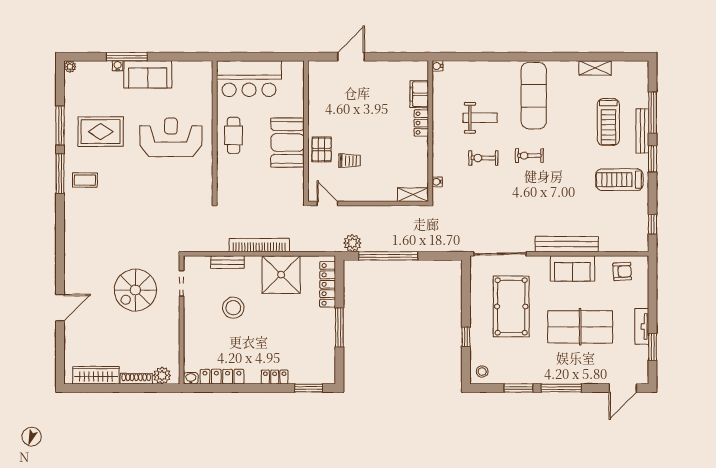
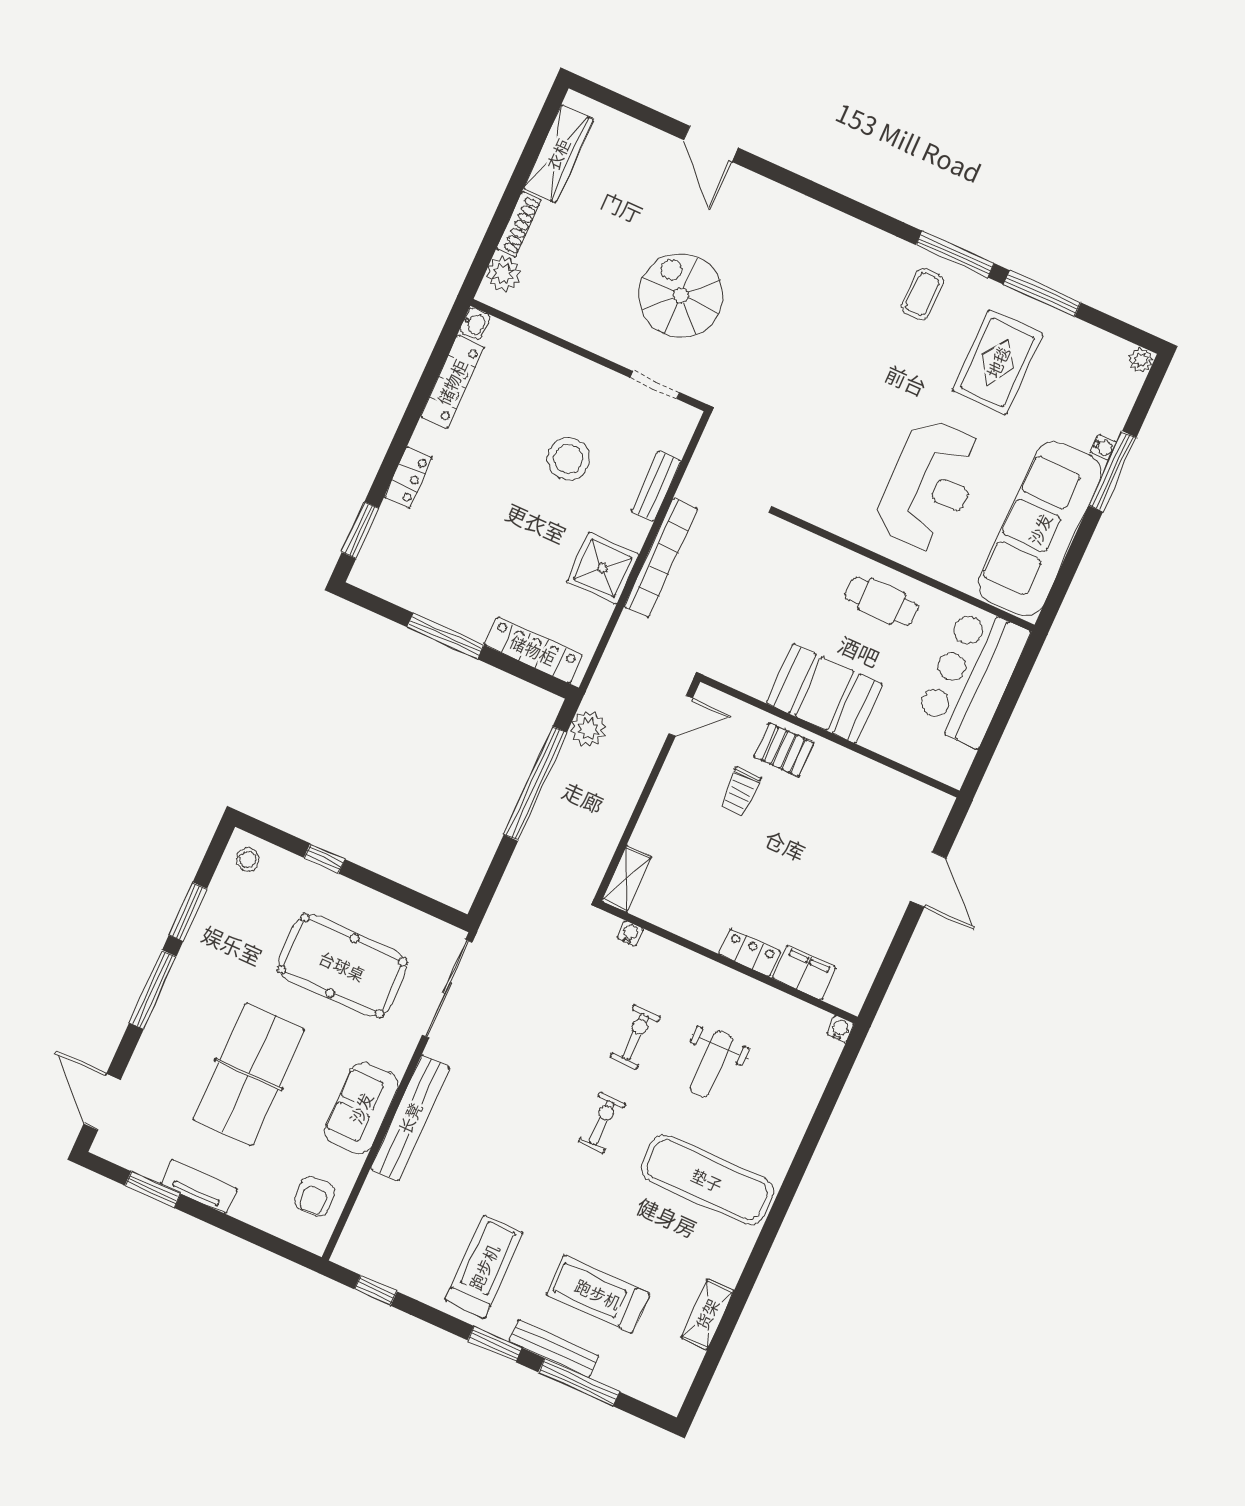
sofa: (148, 74) -> (1040, 529), width x1.85, depth x1.27
shower: (281, 275) -> (603, 568), width x0.73, depth x0.73

